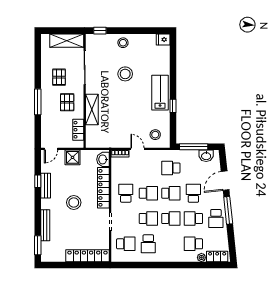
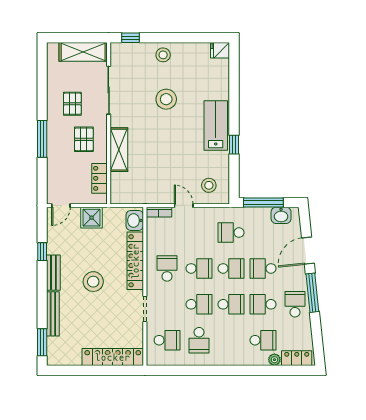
bench: (46, 186) -> (53, 273), moved
school desk: (193, 193) -> (263, 268), turned -90
school desk: (216, 218) -> (295, 304), turned 180
school desk: (193, 244) -> (263, 340), turned 180

